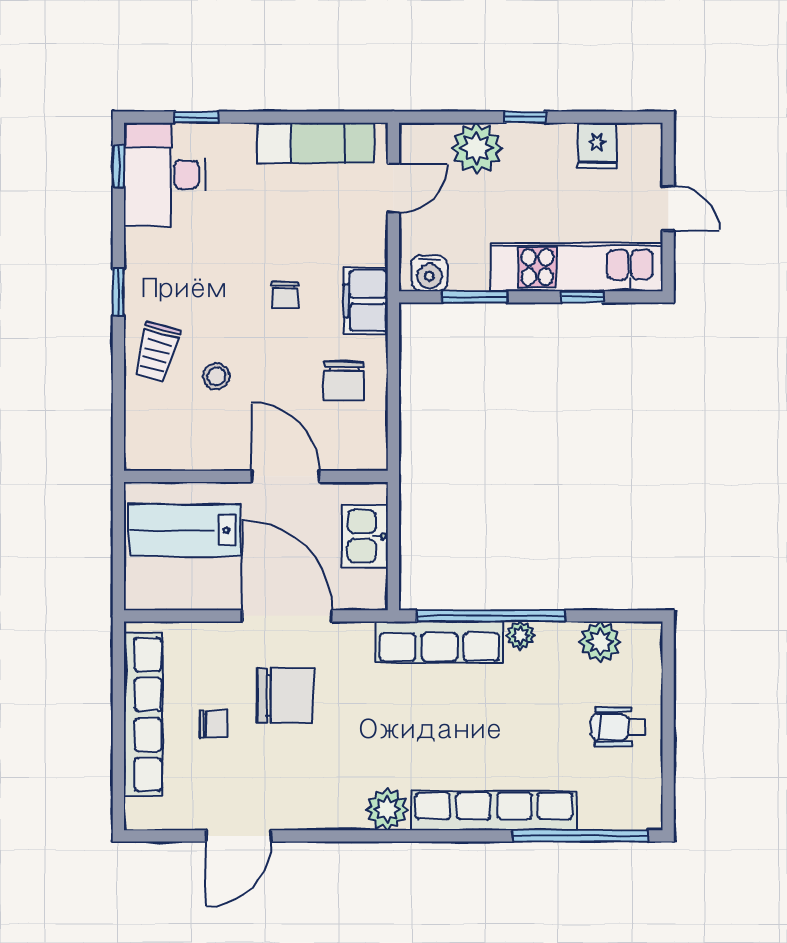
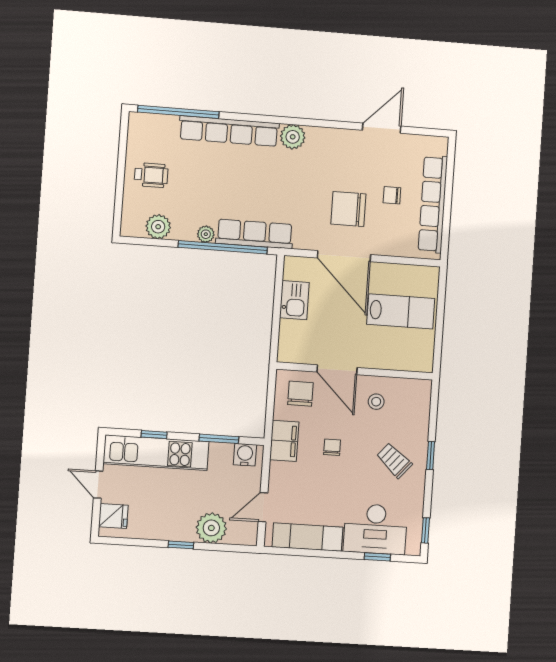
fridge: (597, 146) -> (113, 516), moved, turned 90
desk: (165, 175) -> (375, 529), moved, turned 90
trolley: (157, 351) -> (394, 460), moved, turned -65
wall: (256, 476) -> (355, 371), moved
door: (286, 476) -> (337, 370), moved

